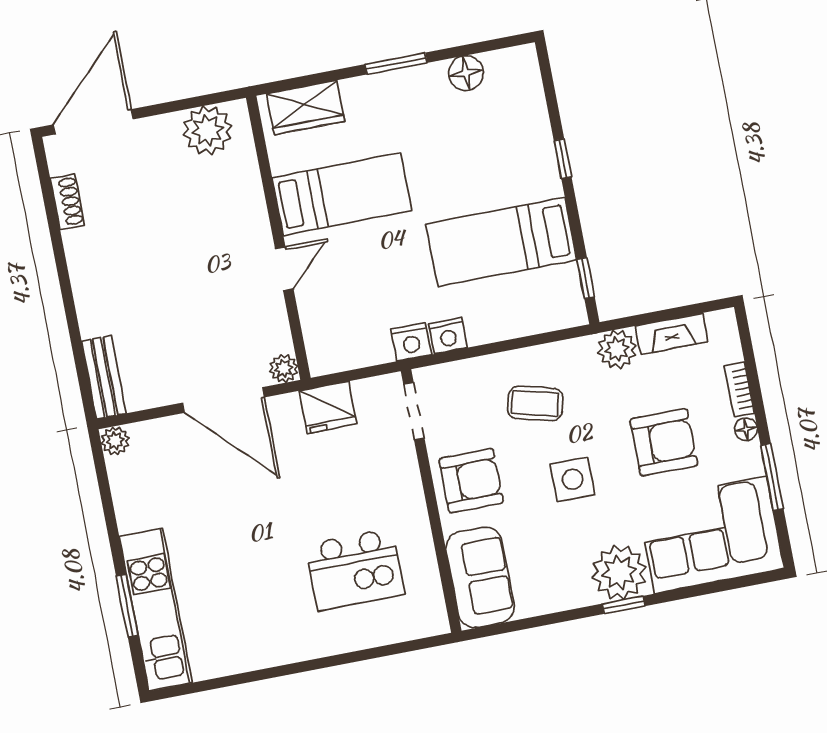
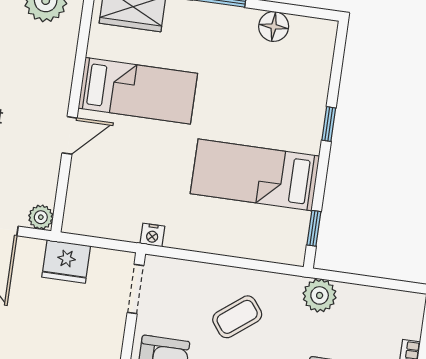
fireplace: (672, 334) -> (368, 298), removed
nightstand: (448, 336) -> (185, 237), removed
nightstand: (411, 342) -> (152, 235), width x0.72, depth x0.74
coffee table: (535, 403) -> (237, 317), turned -52

